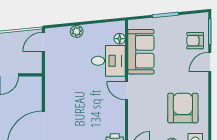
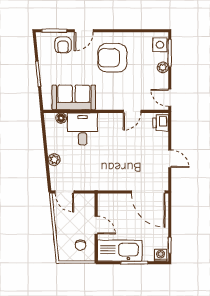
door: (210, 62) -> (84, 31), hinge flipped
door: (127, 91) -> (132, 111), moved
armchair: (183, 108) -> (112, 58), moved

